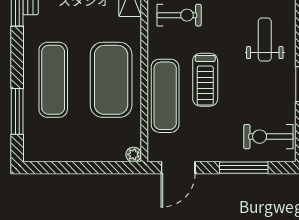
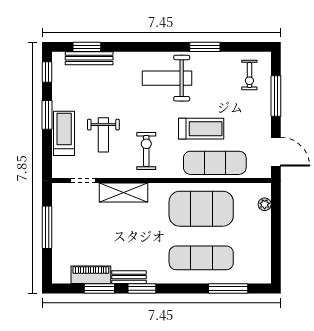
weight bench: (265, 40) -> (167, 78), width x1.36, depth x1.33
exercise bike: (268, 137) -> (249, 75), width x0.73, depth x0.72
plant: (133, 154) -> (265, 204), moved

